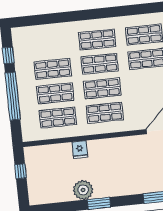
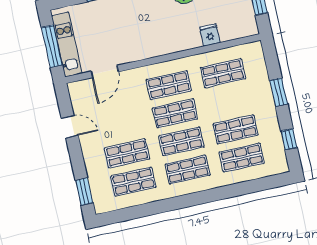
shop shelf: (55, 93) -> (242, 158), moved
window: (13, 96) -> (279, 92), width x0.47
fridge: (80, 150) -> (210, 35), moved

